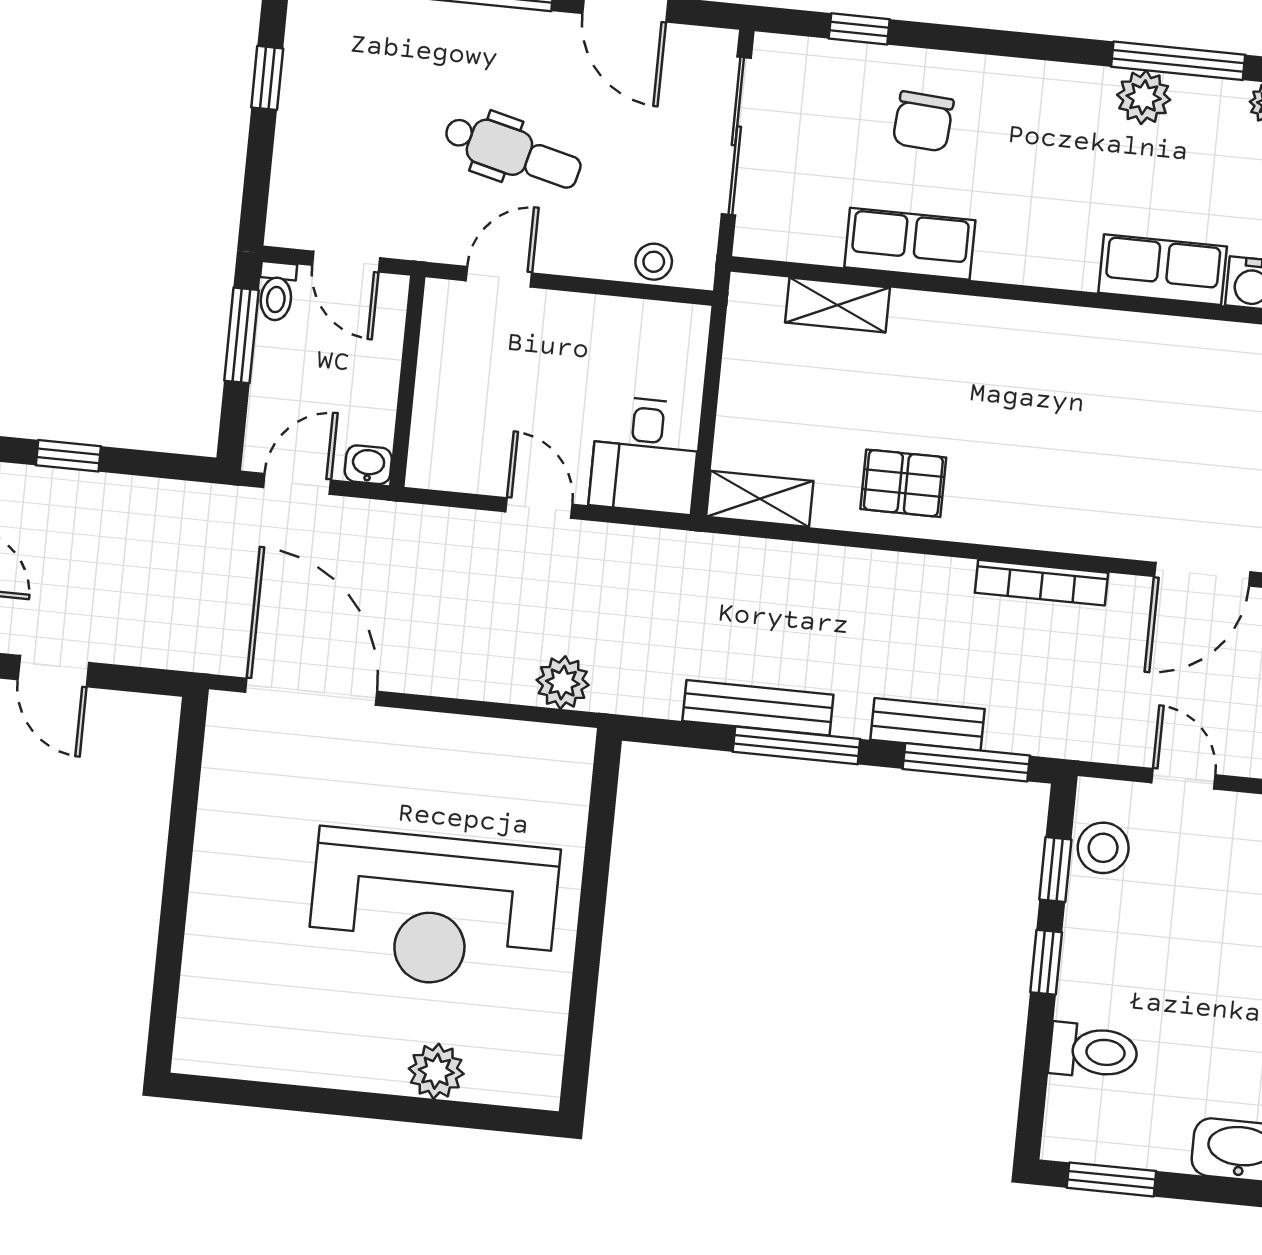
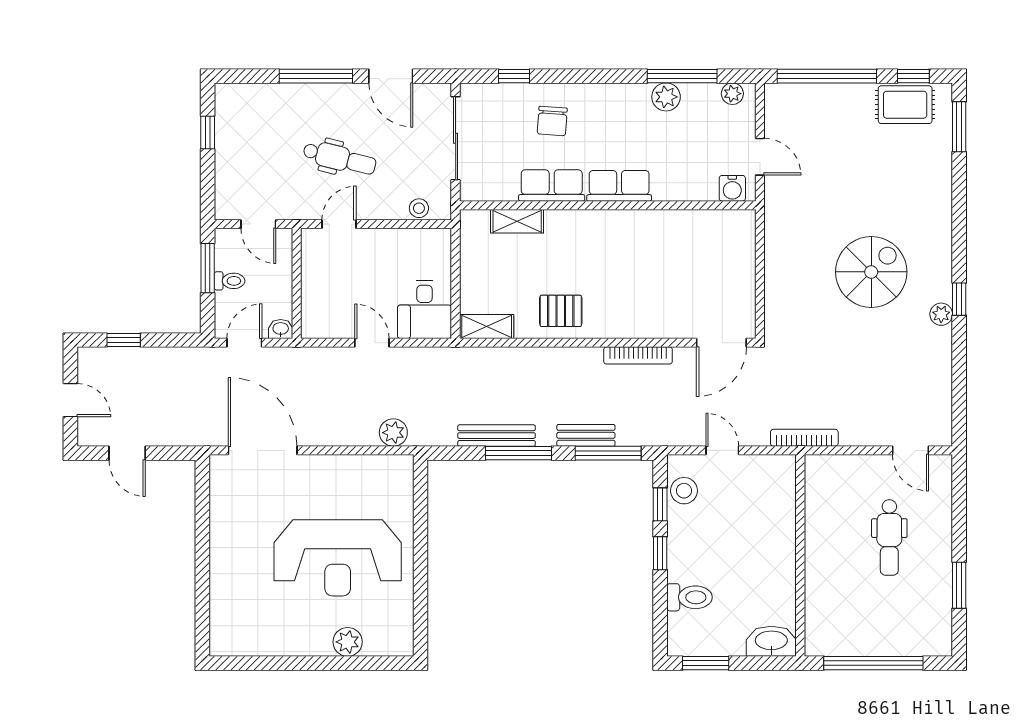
row of seats: (1163, 270) -> (619, 186), moved
toilet: (277, 291) -> (230, 281), moved, turned -90

